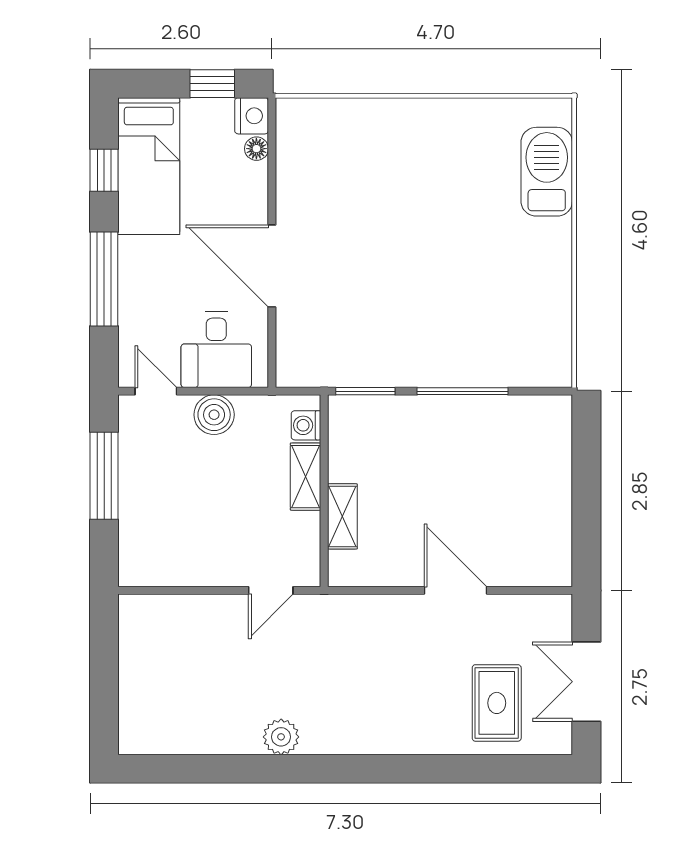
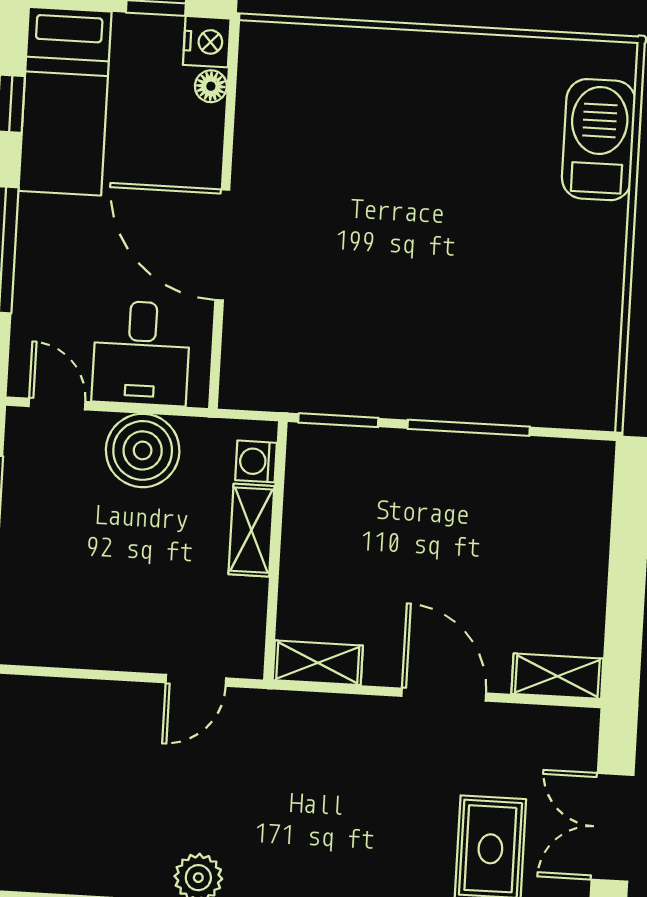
boiler: (214, 415) -> (143, 450), width x1.37, depth x1.37
shelving: (342, 516) -> (318, 663), moved, turned 90
shelving: (539, 572) -> (557, 676), added

